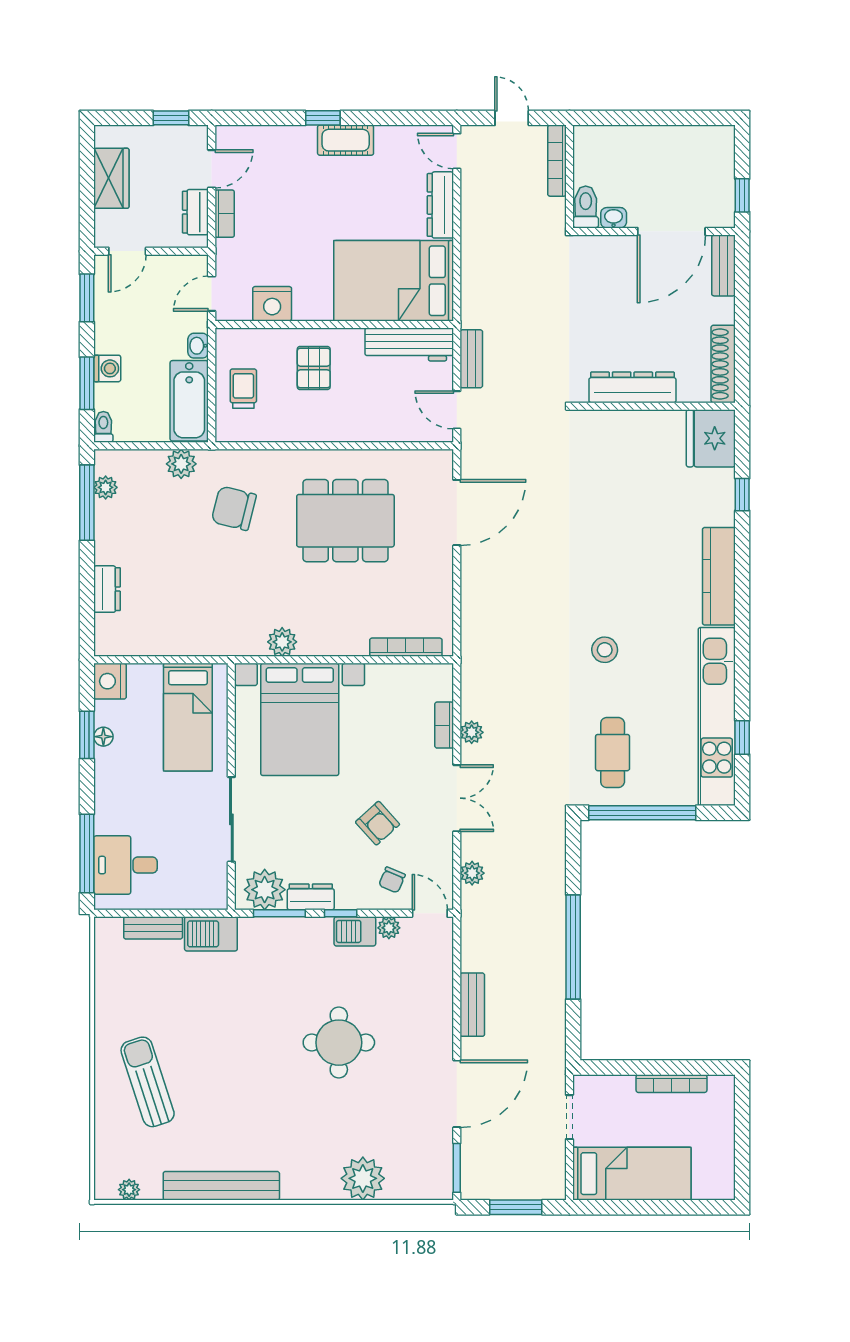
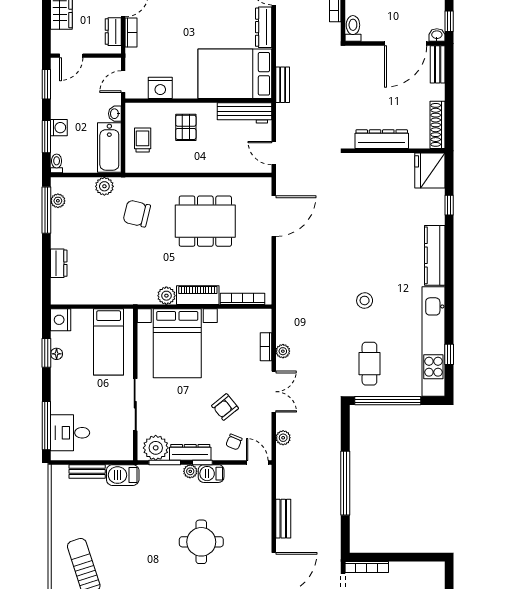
washbasin: (614, 218) -> (437, 35), moved
bench: (471, 359) -> (283, 85), moved
piano: (333, 641) -> (198, 295), added
armchair: (378, 823) -> (225, 407), turned 93
dresser: (311, 897) -> (190, 452), width x1.44
plant: (389, 928) -> (190, 471), moved
bookcase: (672, 1084) -> (367, 567), moved

